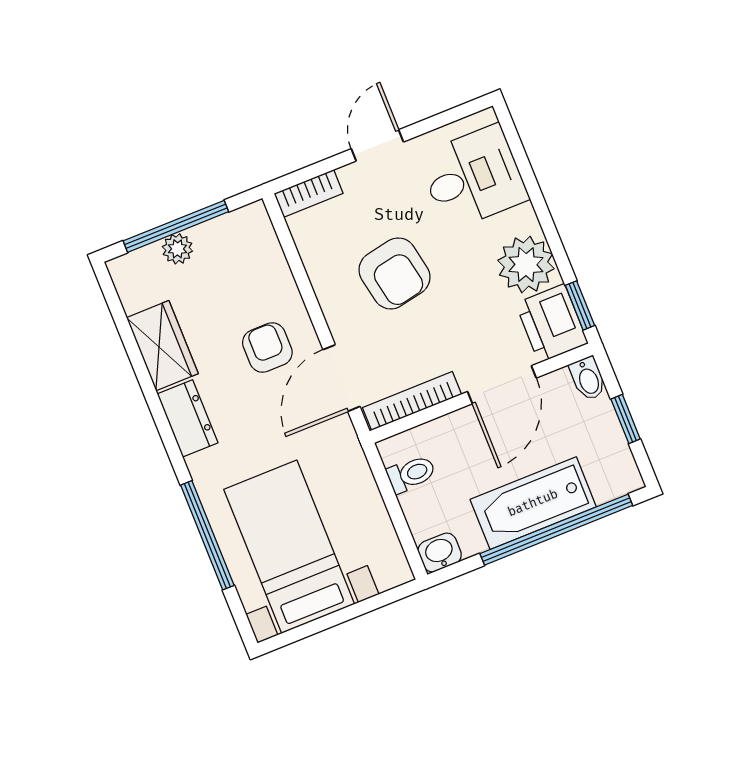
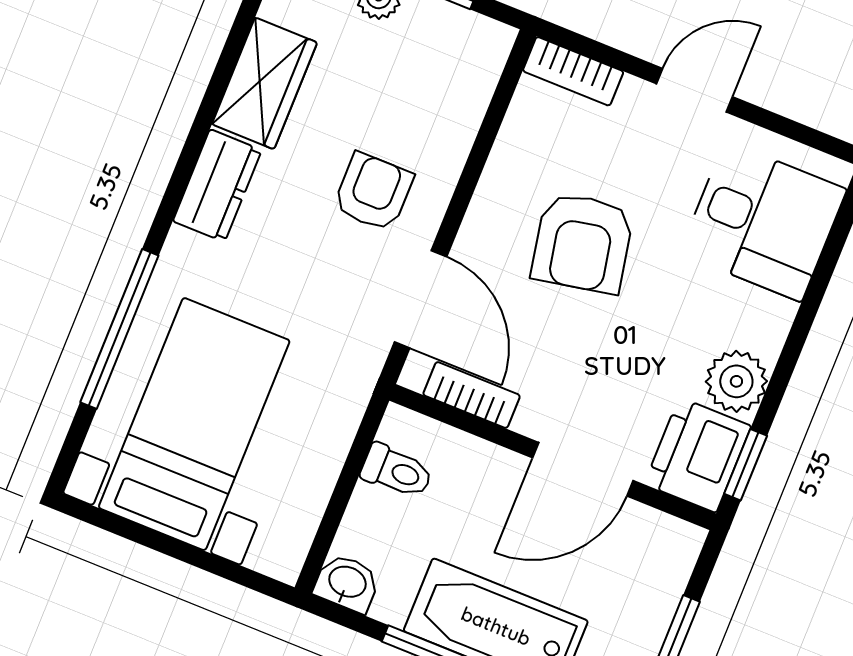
plant: (526, 265) -> (736, 381), width x0.73, depth x0.73
door: (341, 378) -> (421, 299), swing flipped
bidet: (588, 379) -> (680, 550), removed
bookcase: (412, 401) -> (472, 395), width x0.64

